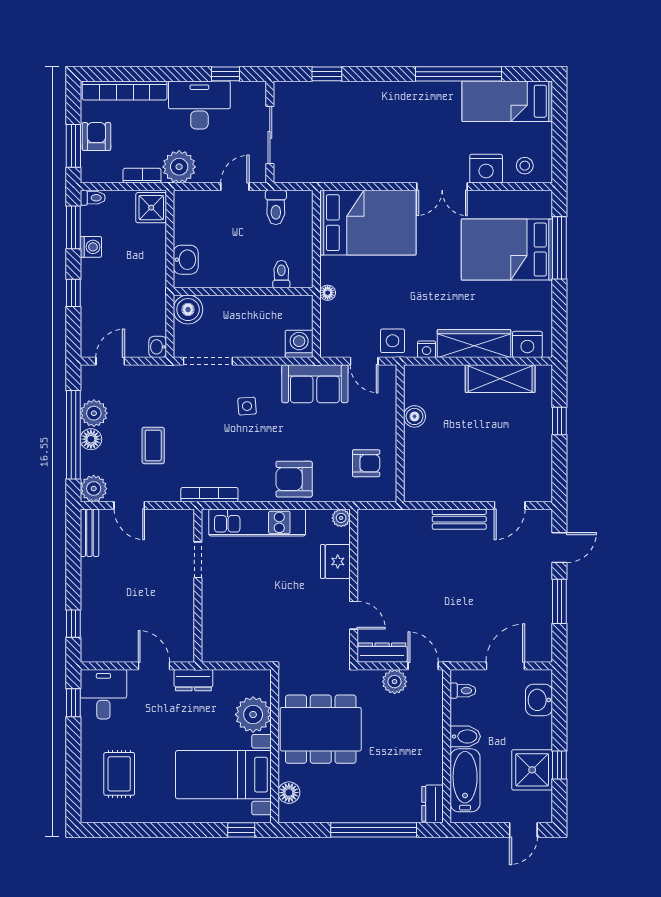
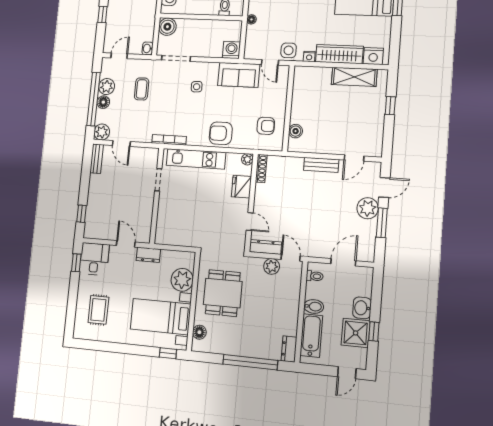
boiler: (414, 416) -> (296, 131), moved
coffee table: (153, 445) -> (142, 89), moved
shoe rack: (365, 531) -> (261, 169), added
plant: (536, 581) -> (368, 208), added
washbasin: (539, 700) -> (362, 308), moved
dining table: (321, 729) -> (223, 293), width x0.73

